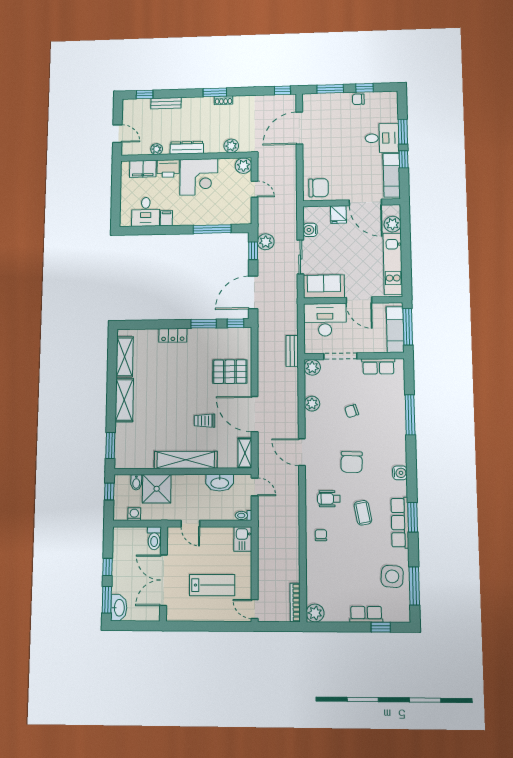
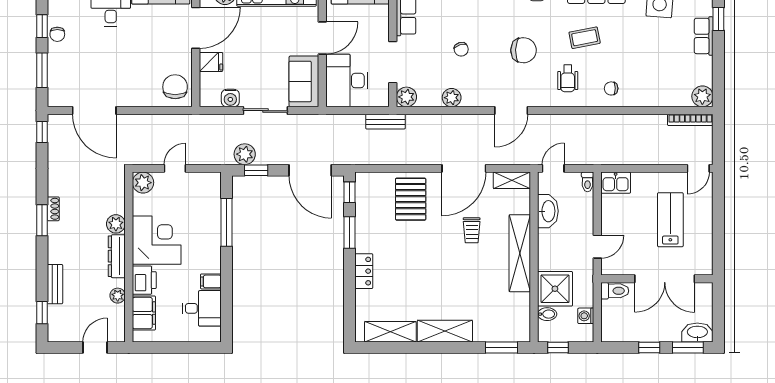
plant: (231, 146) -> (116, 224), moved

